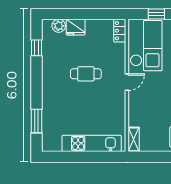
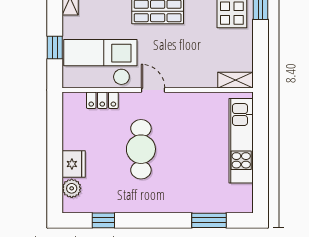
locker: (120, 31) -> (102, 100), moved
cafe table: (86, 74) -> (141, 149), width x1.37, depth x1.35

